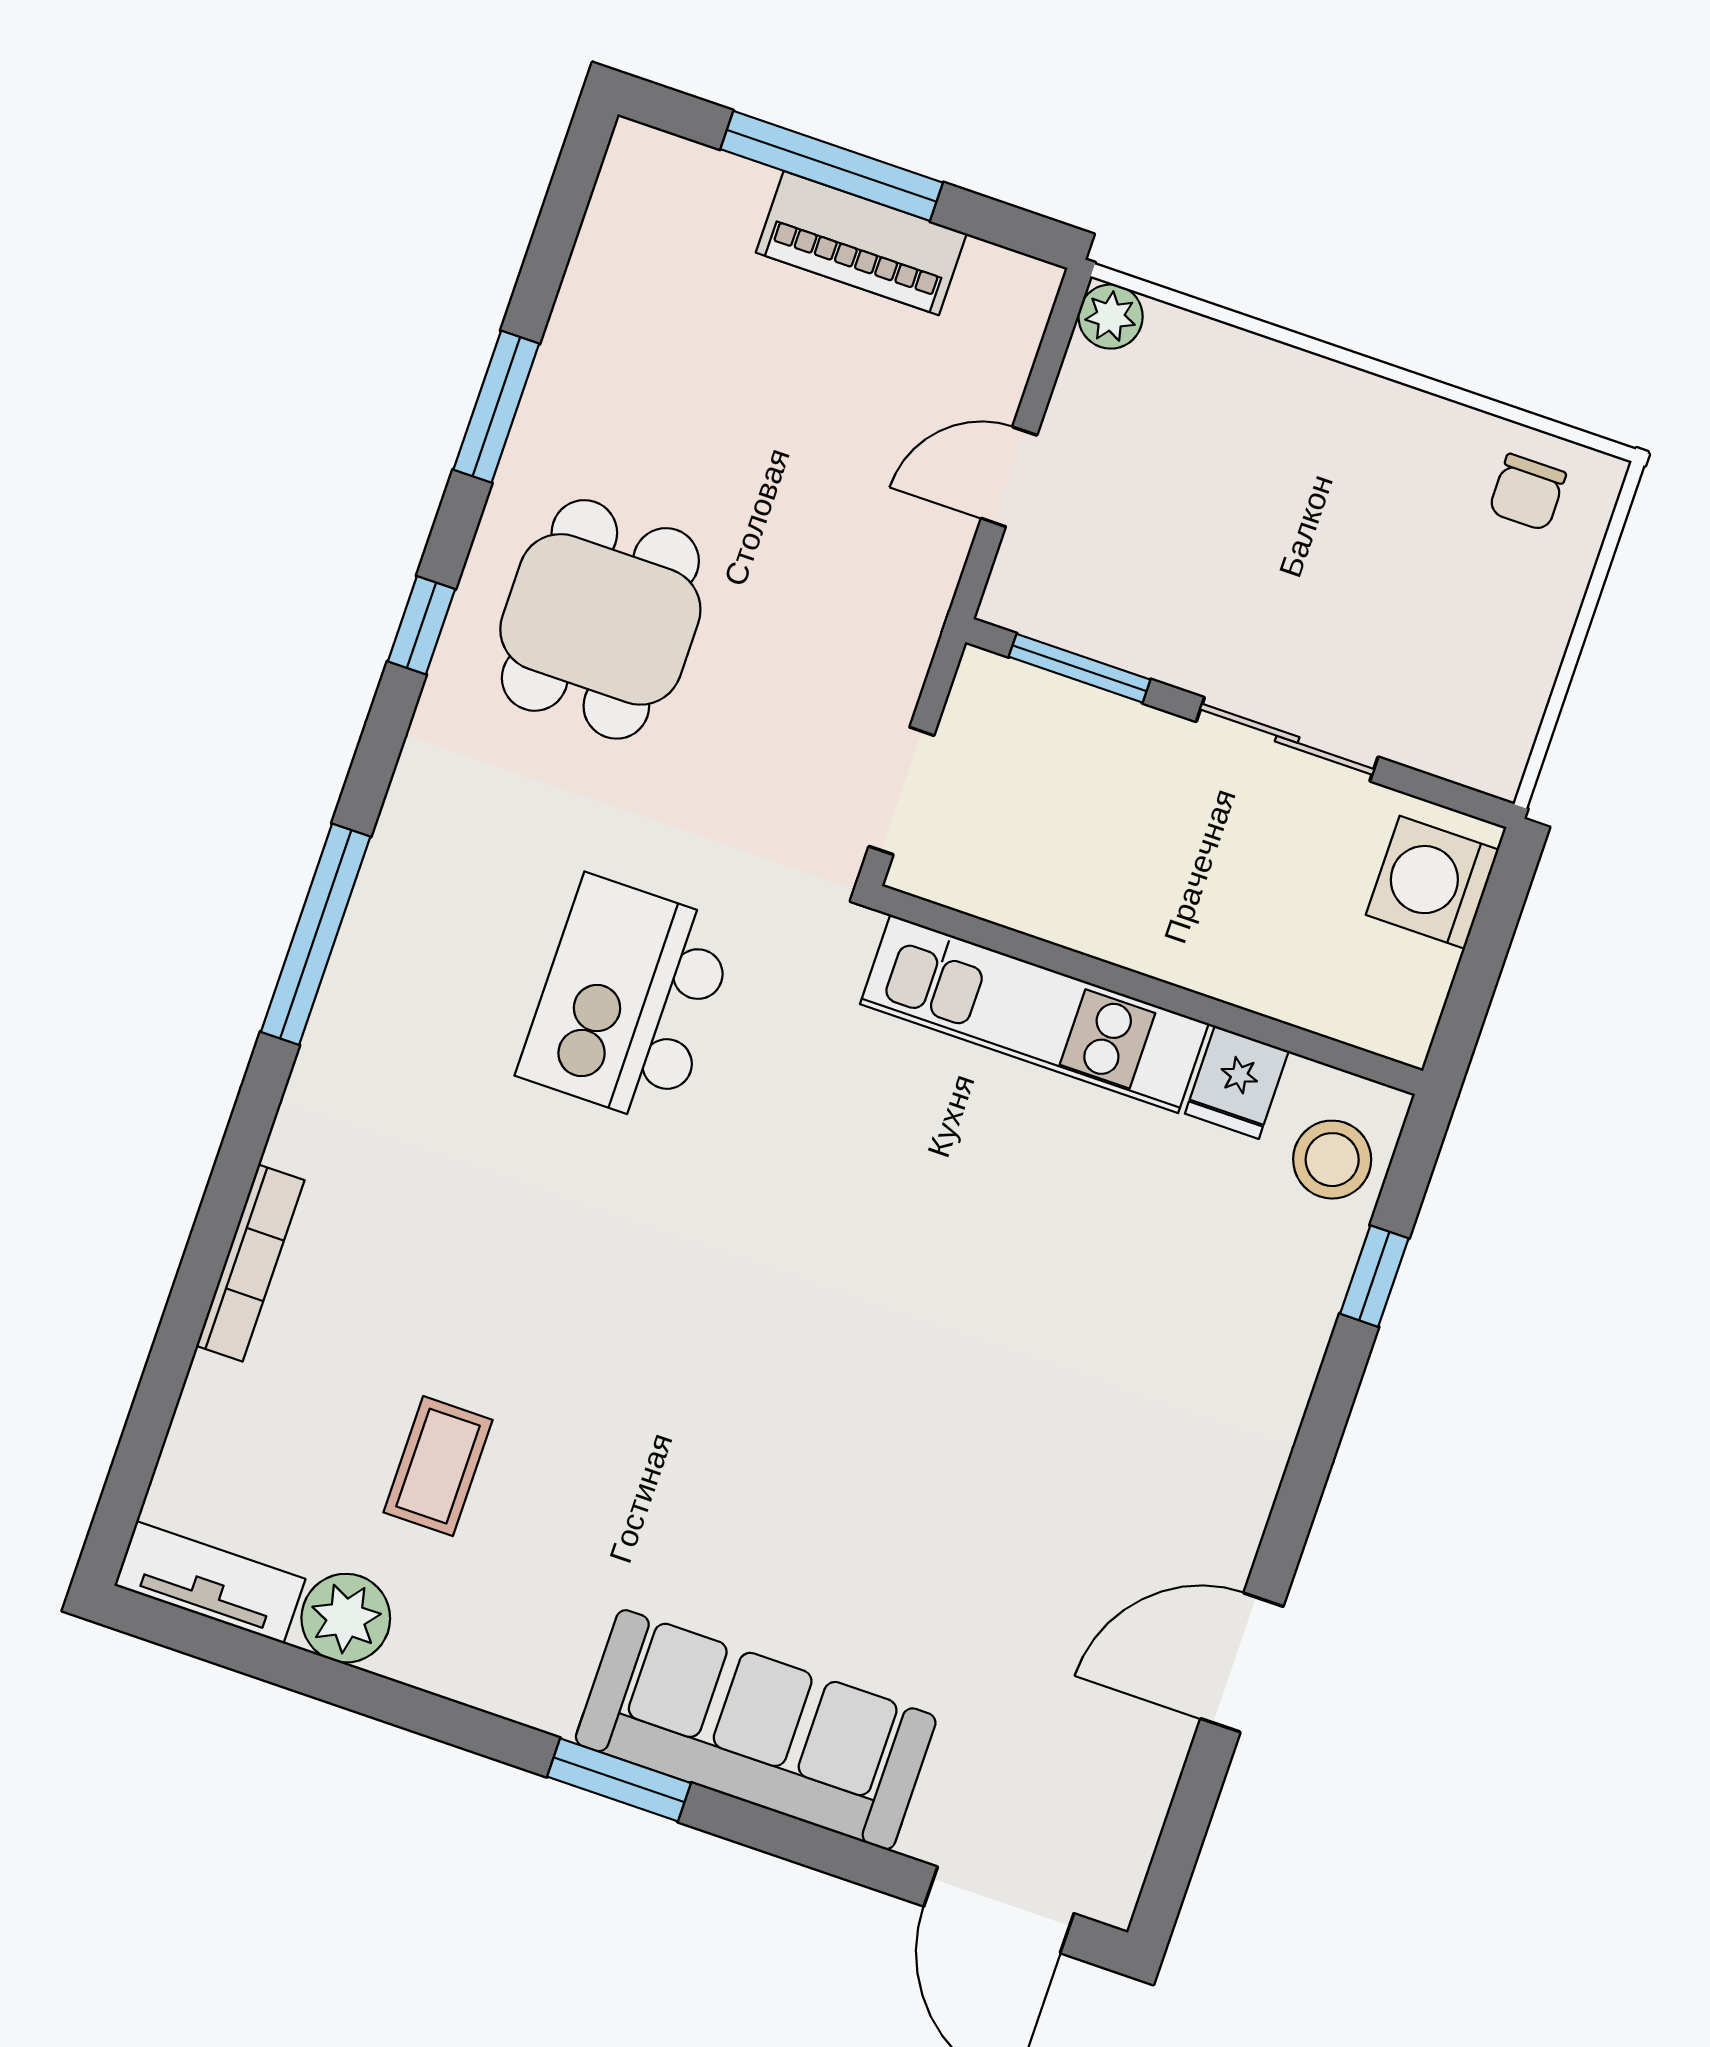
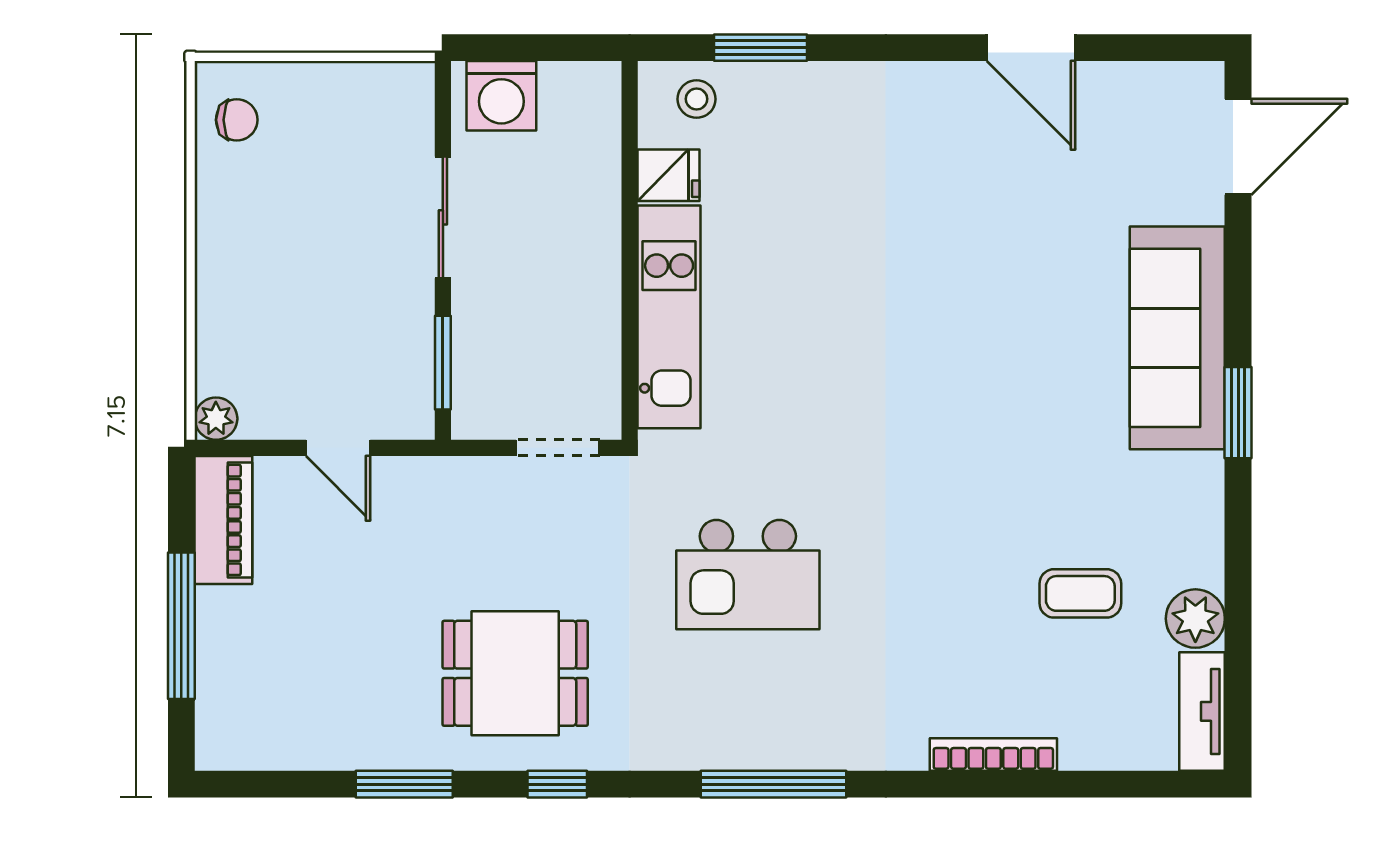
piano: (861, 243) -> (223, 520), moved
stool: (1332, 1160) -> (697, 99), width x0.73, depth x0.73
window: (1374, 1276) -> (760, 48), width x1.50

